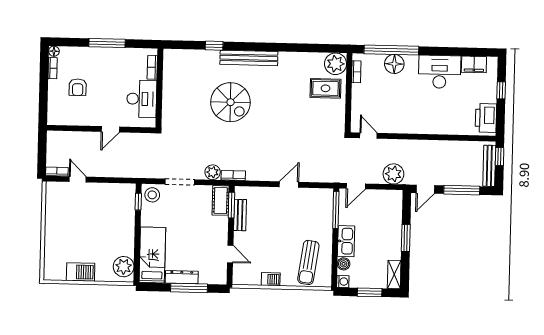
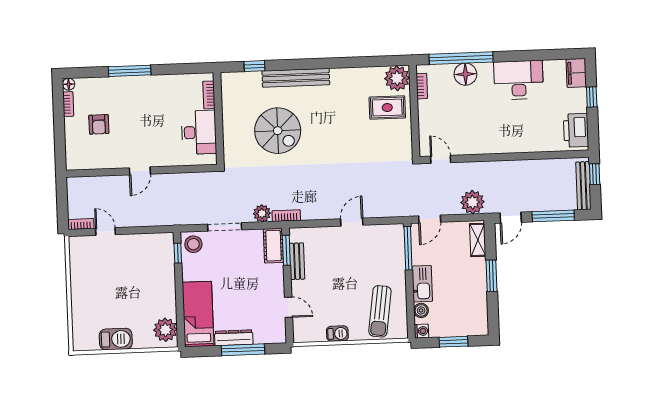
filing cabinet: (474, 64) -> (576, 73), moved, turned 90
bookcase: (152, 67) -> (209, 95), moved
wall: (159, 88) -> (219, 118), moved
desk: (142, 99) -> (199, 132), moved
shelving: (394, 274) -> (478, 240), moved

